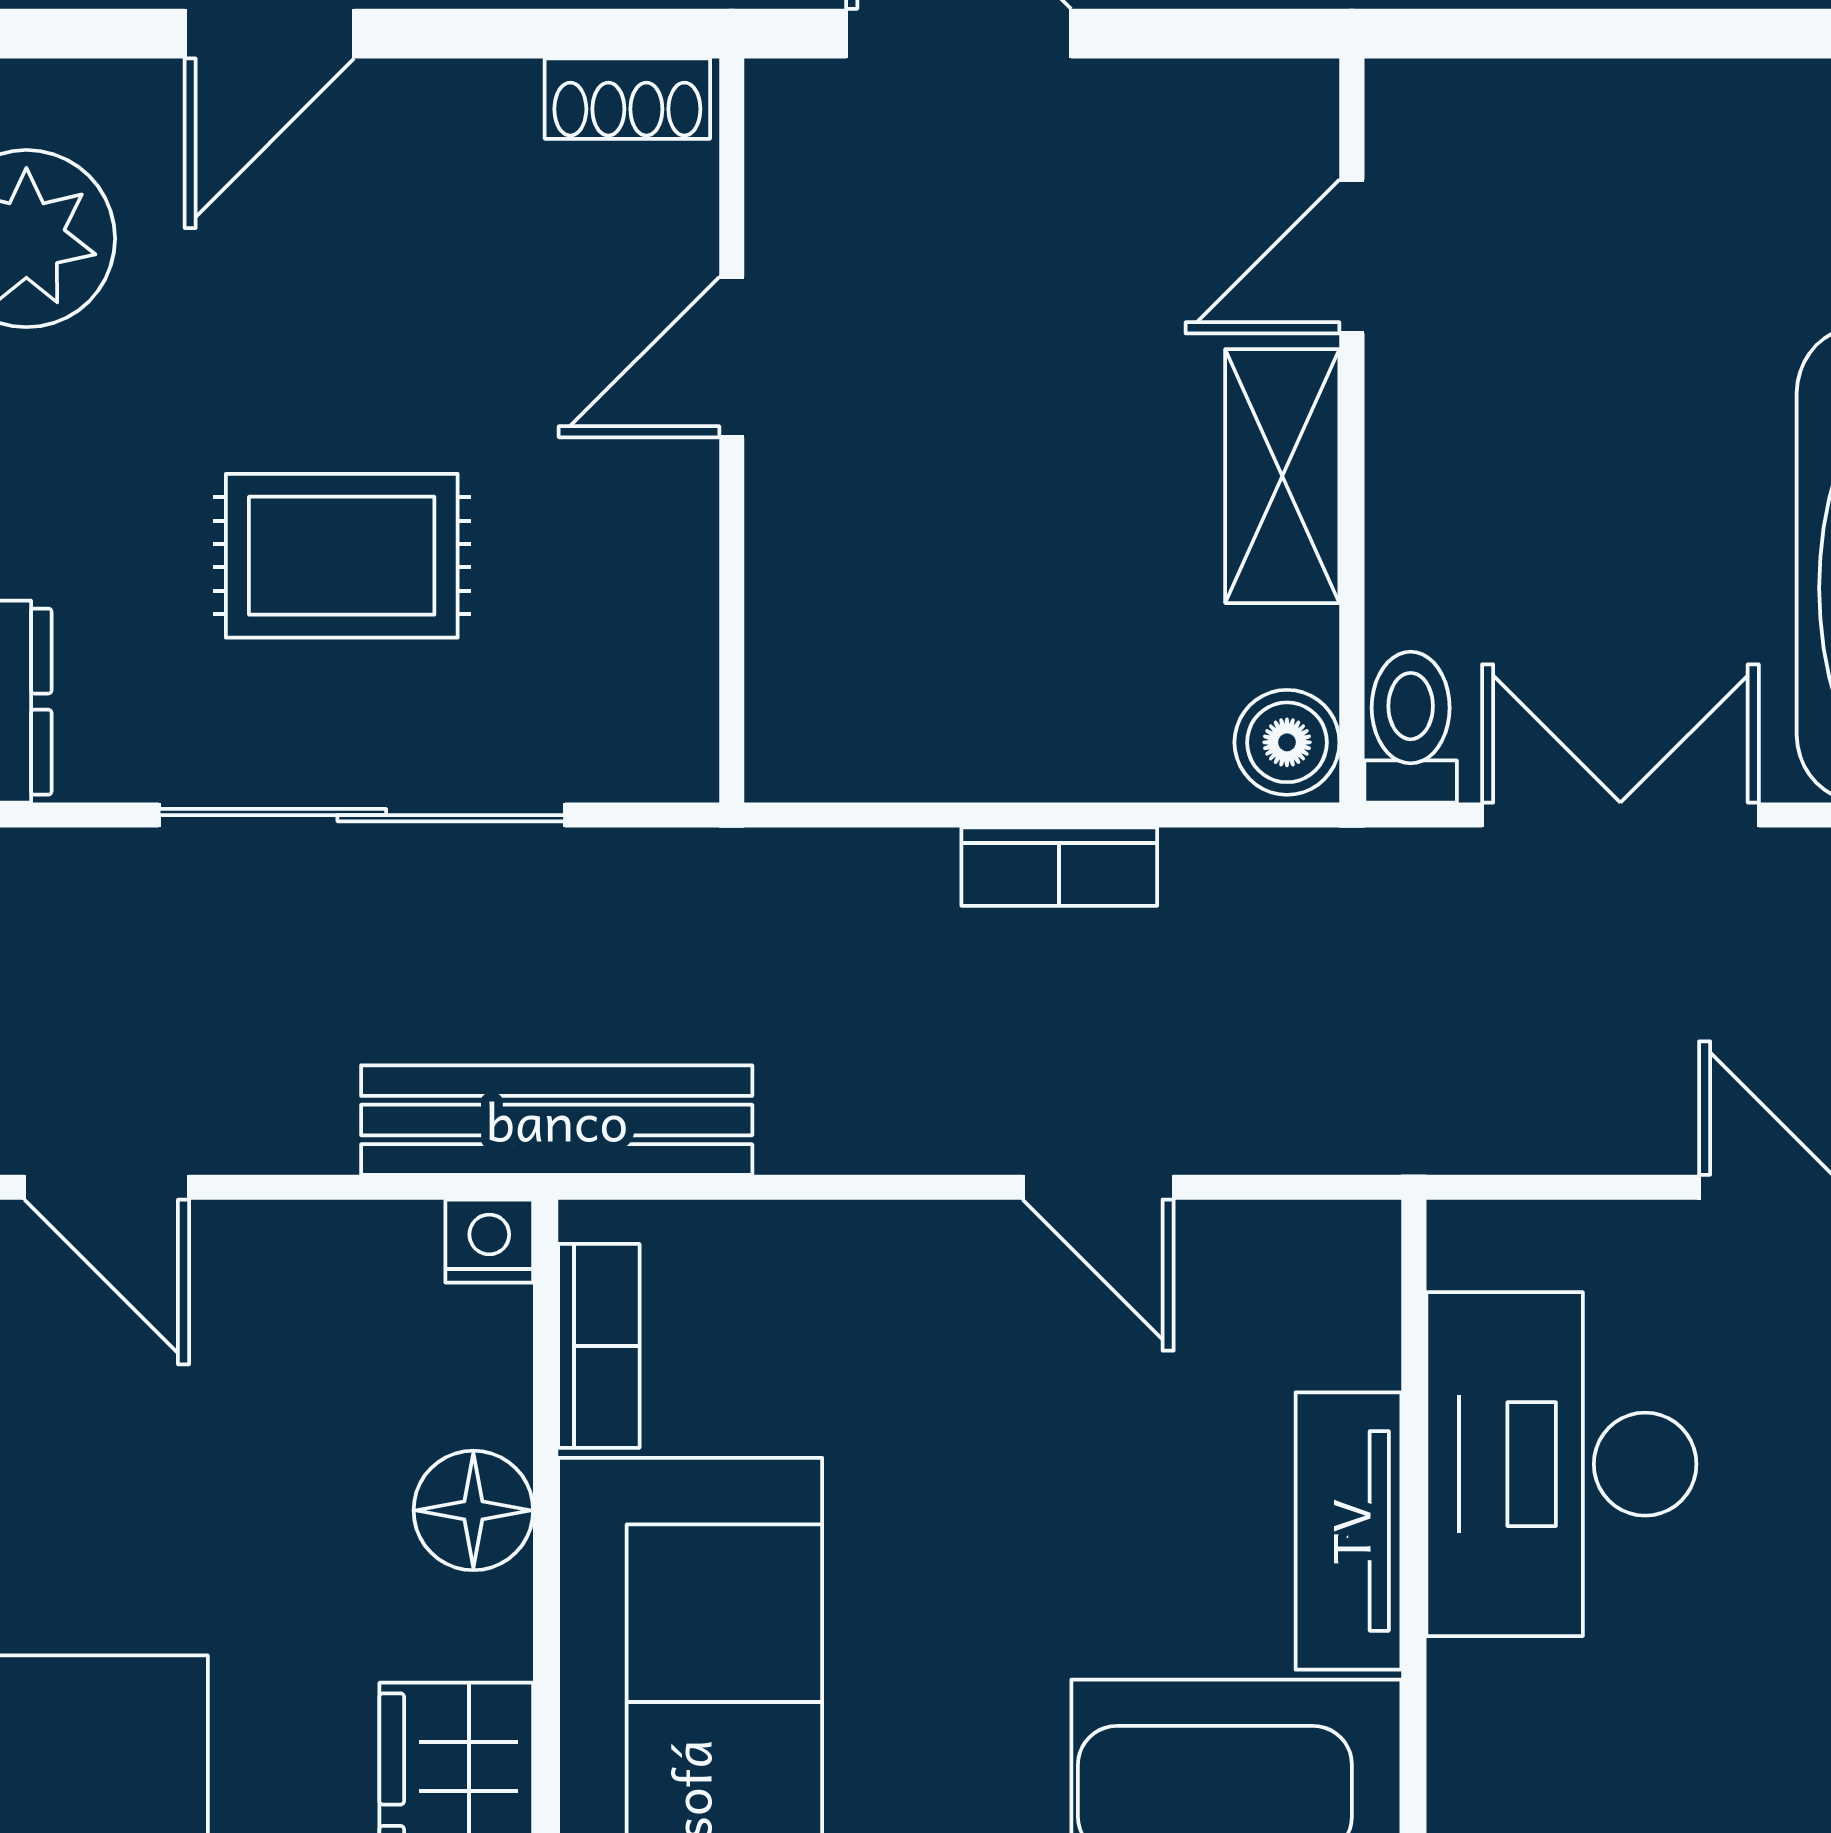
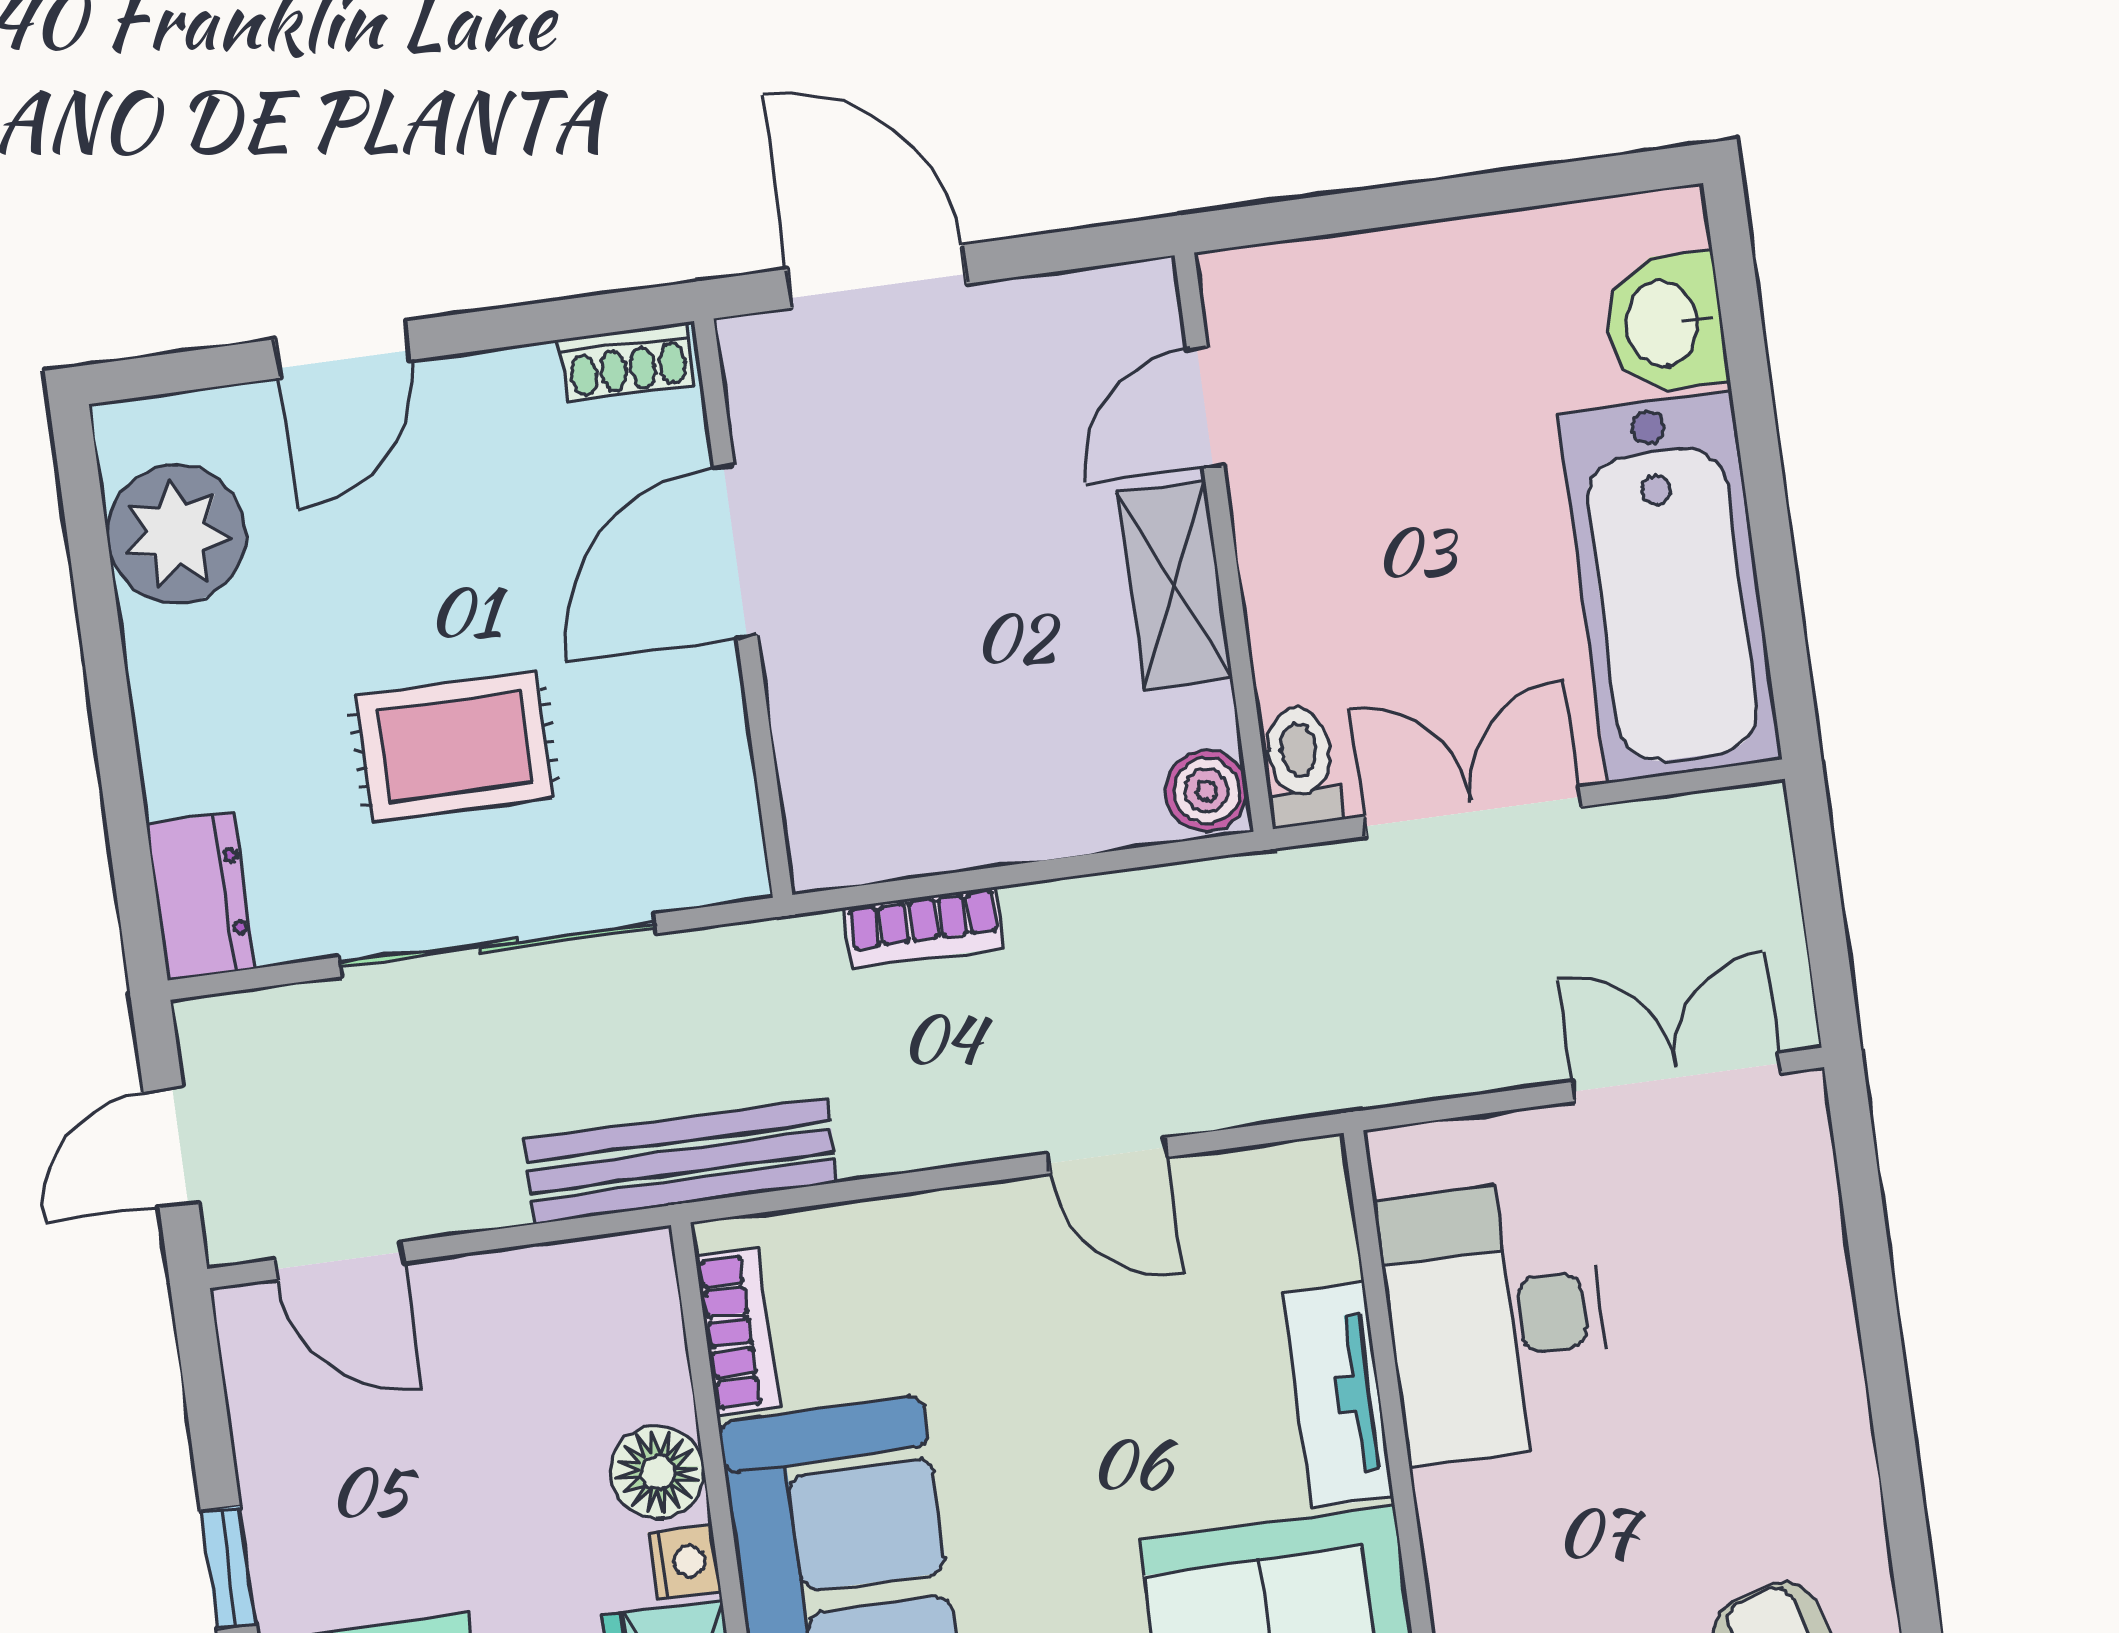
door: (732, 357) -> (735, 551), width x1.37
bookcase: (1059, 867) -> (924, 927), moved
nightstand: (489, 1241) -> (684, 1562), moved, turned 90

